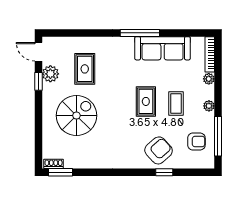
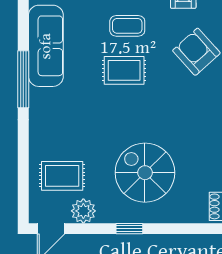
rug: (85, 69) -> (62, 176), moved
window: (39, 81) -> (129, 229), moved

